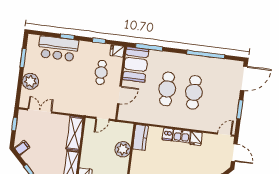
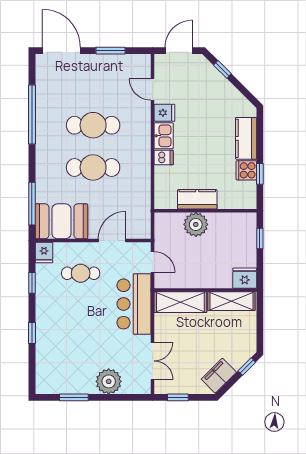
bar counter: (58, 49) -> (134, 304), moved, turned 180
door: (119, 95) -> (112, 240), hinge flipped
double door: (40, 111) -> (153, 361), swing flipped
door: (225, 135) -> (153, 89), moved
kitchen counter: (140, 137) -> (197, 199), moved
filing cabinet: (22, 148) -> (219, 376), width x2.00

